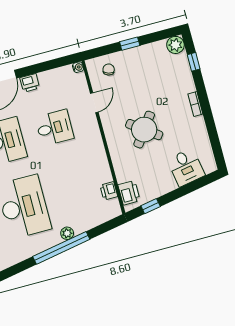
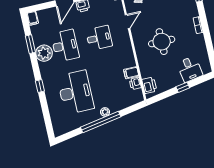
round table: (144, 130) -> (162, 42), turned -36
filing cabinet: (102, 176) -> (131, 73), added
window: (151, 206) -> (183, 87), moved

